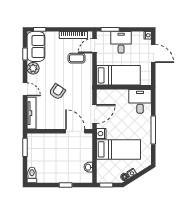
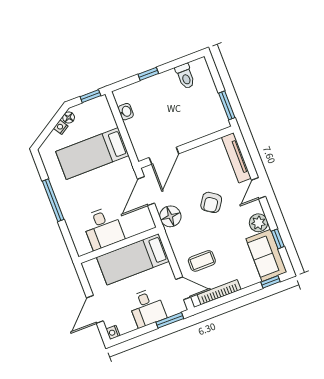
door: (94, 46) -> (183, 288), hinge flipped
door: (153, 54) -> (95, 309), hinge flipped
door: (25, 89) -> (258, 188), hinge flipped
floor lamp: (85, 93) -> (170, 216), added
desk: (140, 101) -> (103, 228), moved
door: (75, 131) -> (164, 156), hinge flipped
nightstand: (101, 134) -> (126, 167), removed
toilet: (32, 175) -> (185, 76), moved

